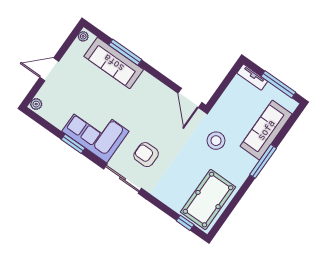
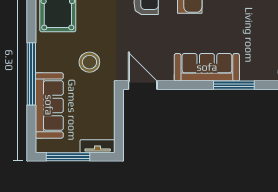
sofa: (114, 63) -> (207, 67), moved
window: (263, 161) -> (31, 74), width x1.46

